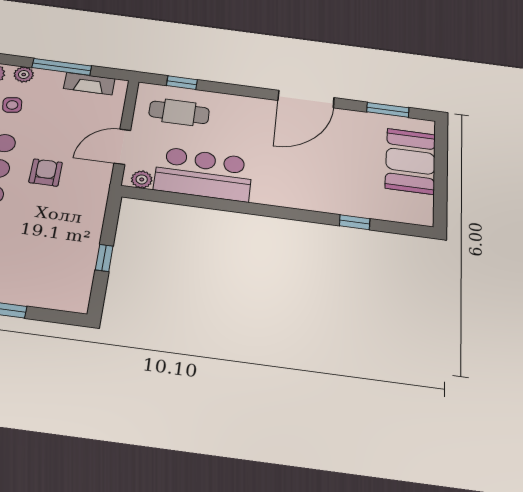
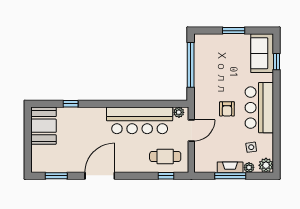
fireplace: (89, 84) -> (230, 167), moved
booth: (410, 161) -> (43, 126), moved
bar counter: (203, 174) -> (140, 120), width x1.36
window: (104, 258) -> (191, 65), width x3.17

